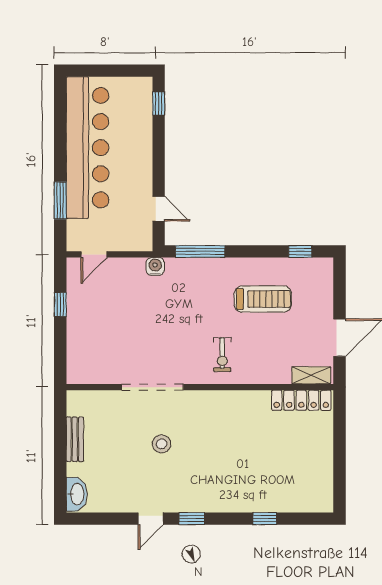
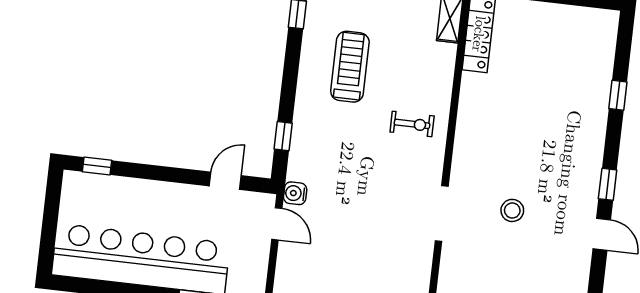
window: (200, 251) -> (283, 136), width x0.46
door: (94, 254) -> (277, 224), moved
doorway: (152, 387) -> (442, 214), width x0.73

